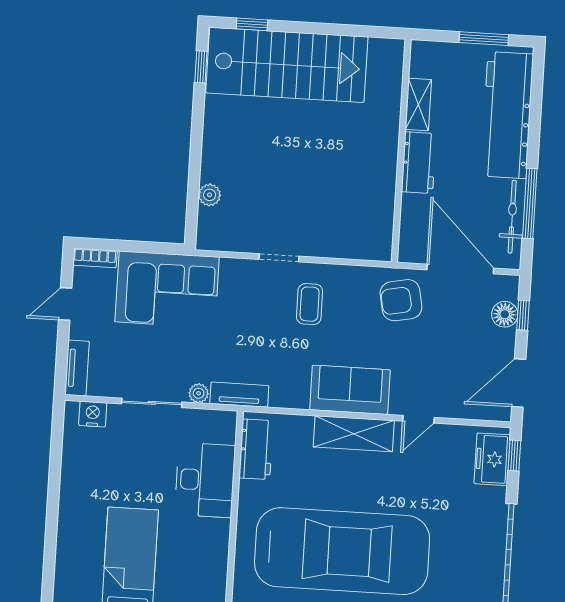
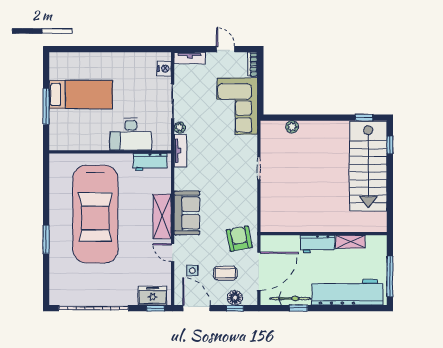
window: (484, 39) -> (390, 276), width x1.44
window: (530, 203) -> (298, 308), width x0.46
coffee table: (310, 304) -> (225, 273), moved
side table: (452, 386) -> (192, 271), added

